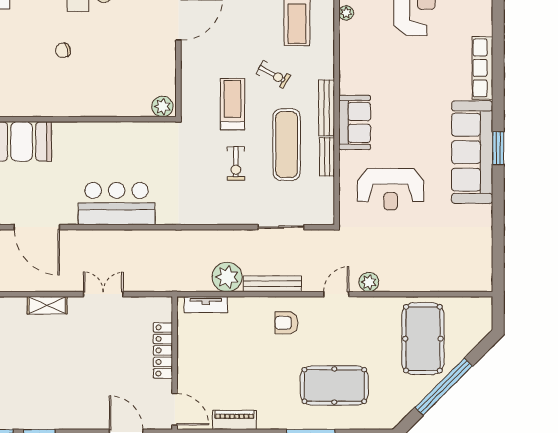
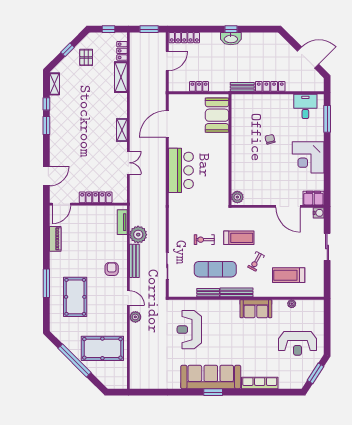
sofa: (355, 122) -> (256, 309), moved

